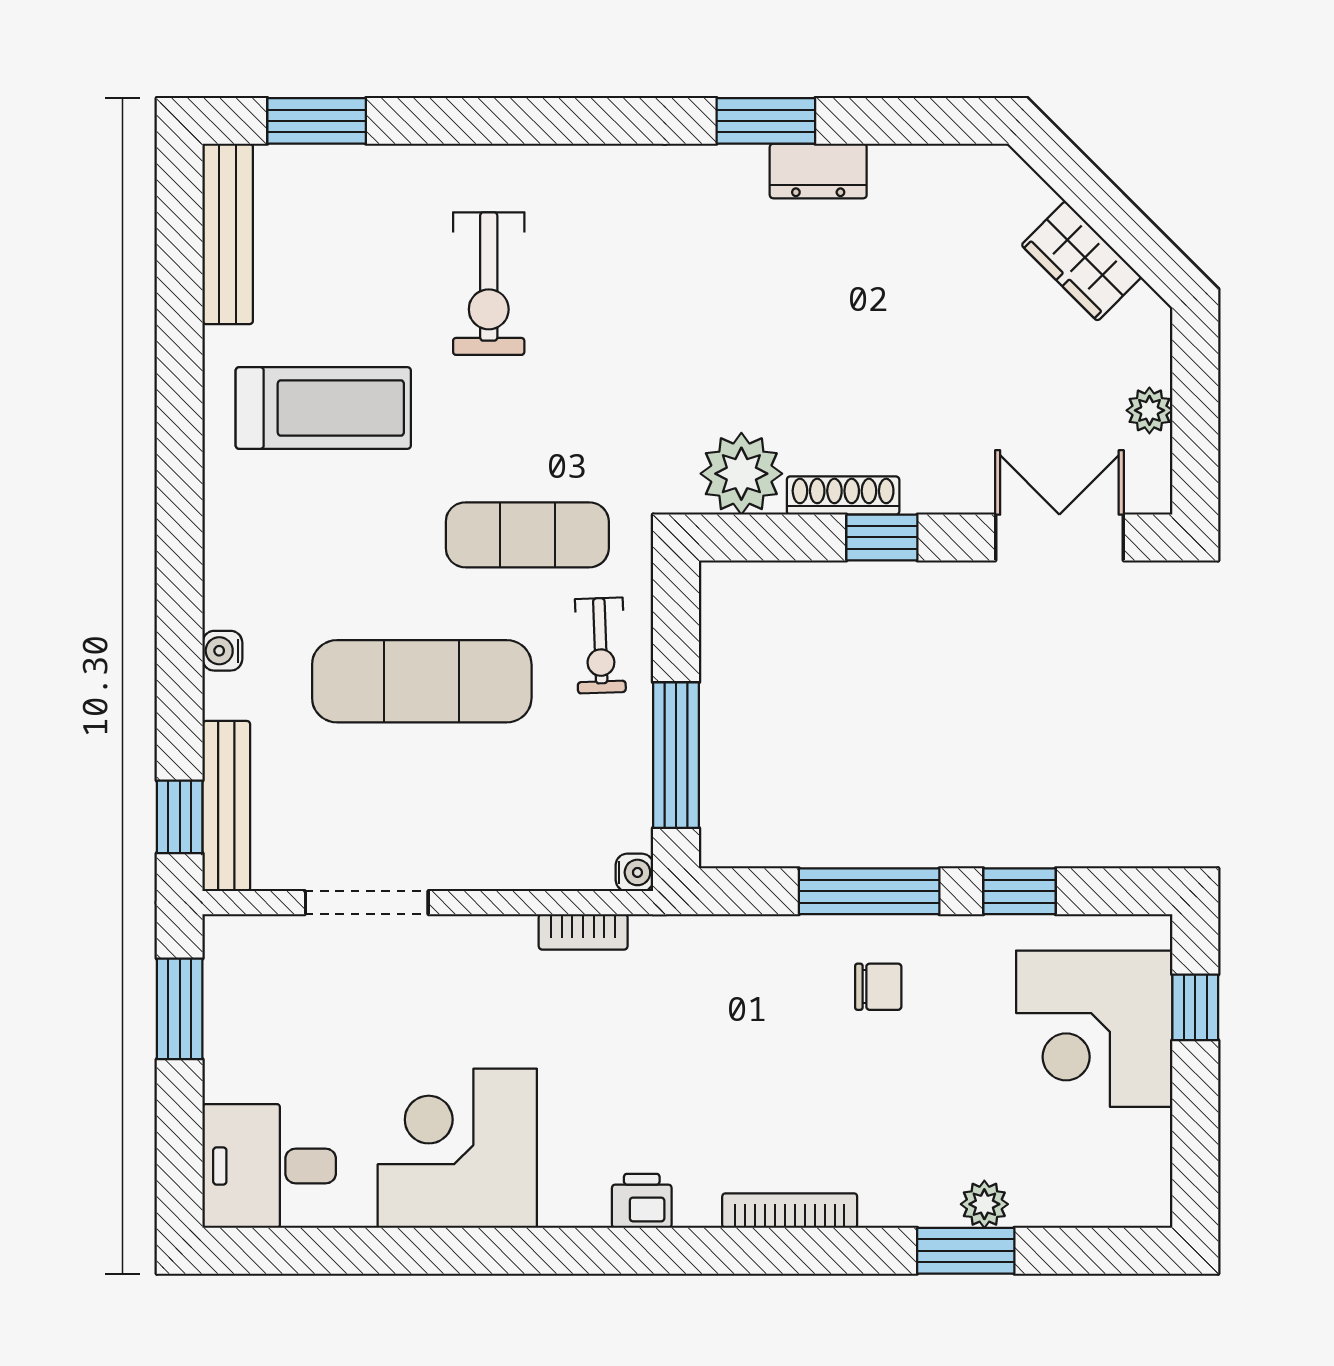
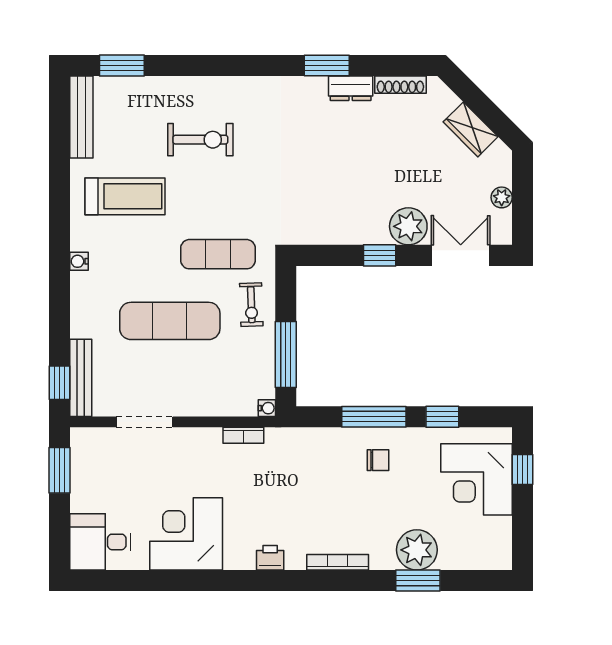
exercise bike: (489, 284) -> (200, 140), turned -90
plant: (741, 474) -> (408, 226), moved
shoe rack: (843, 496) -> (400, 85), moved, turned 180
water cooler: (222, 651) -> (79, 261), moved
plant: (984, 1204) -> (417, 550), width x1.88, depth x1.88

